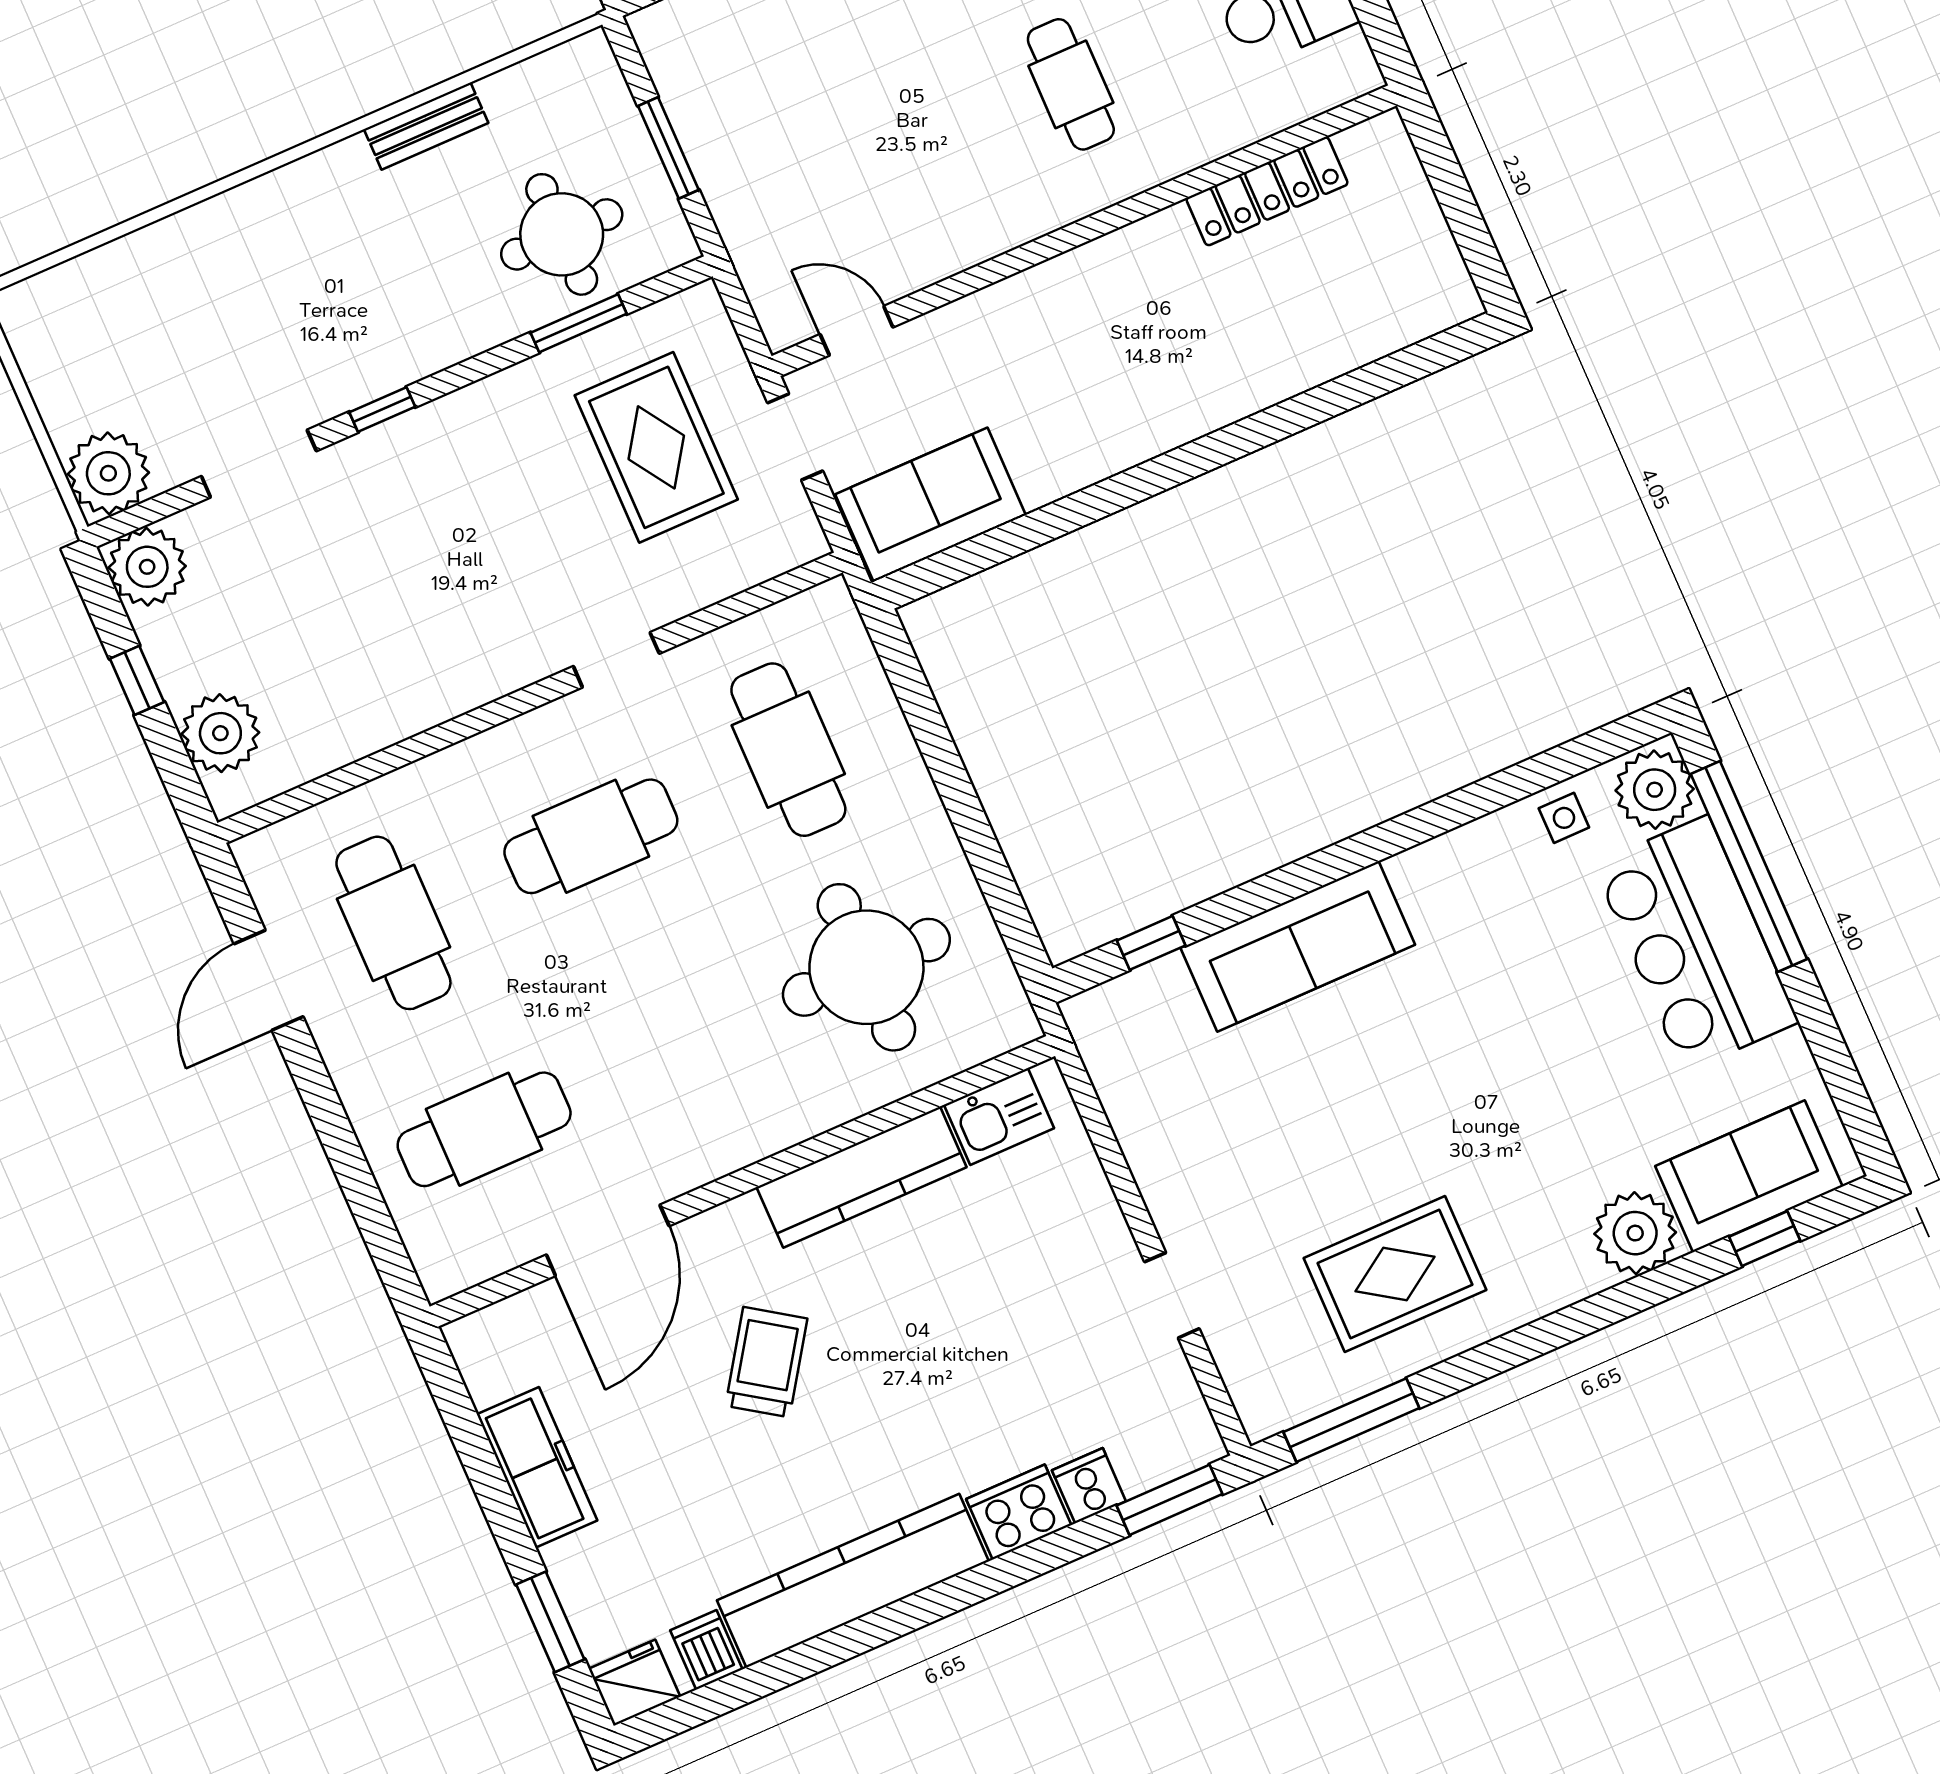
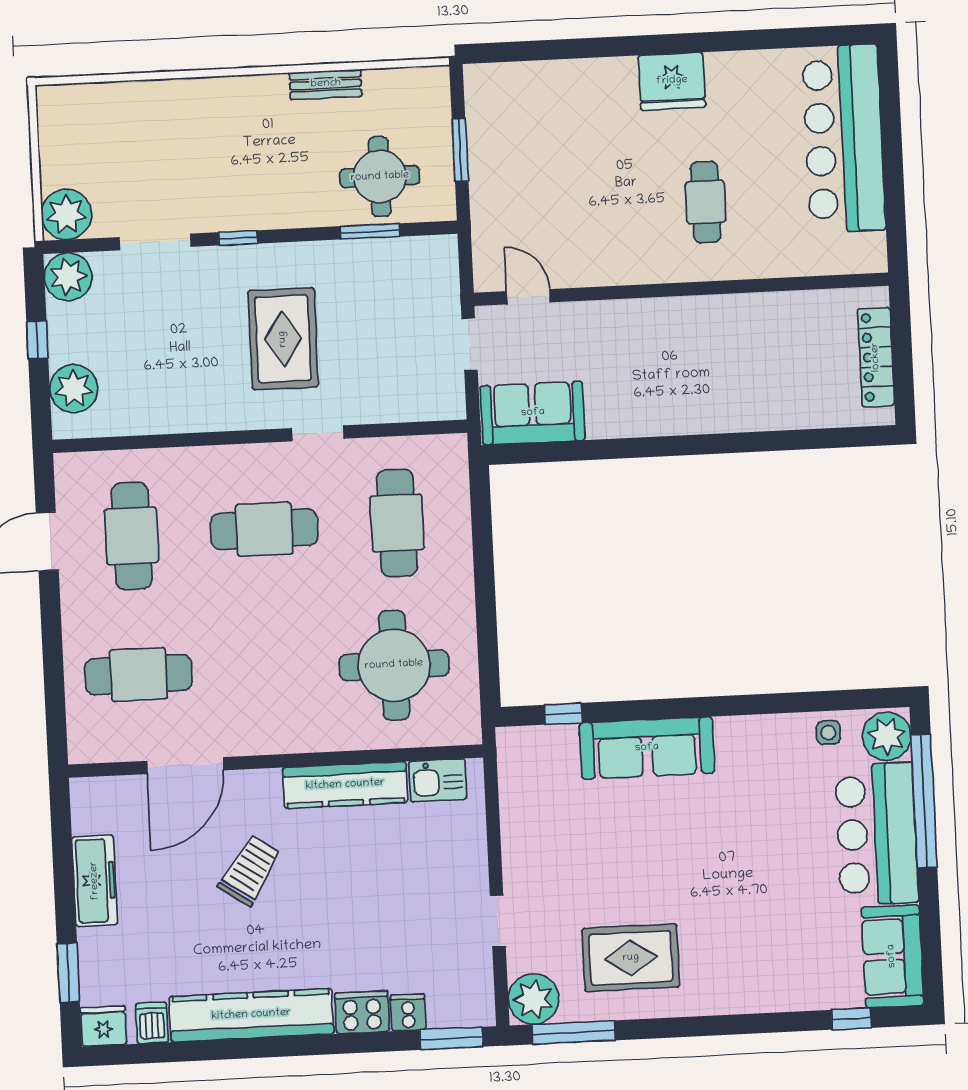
locker: (1267, 191) -> (876, 357), moved, turned 90
rug: (656, 447) -> (283, 339), moved
sofa: (1749, 1176) -> (892, 956), moved, turned -90
plant: (1635, 1233) -> (534, 999), moved

